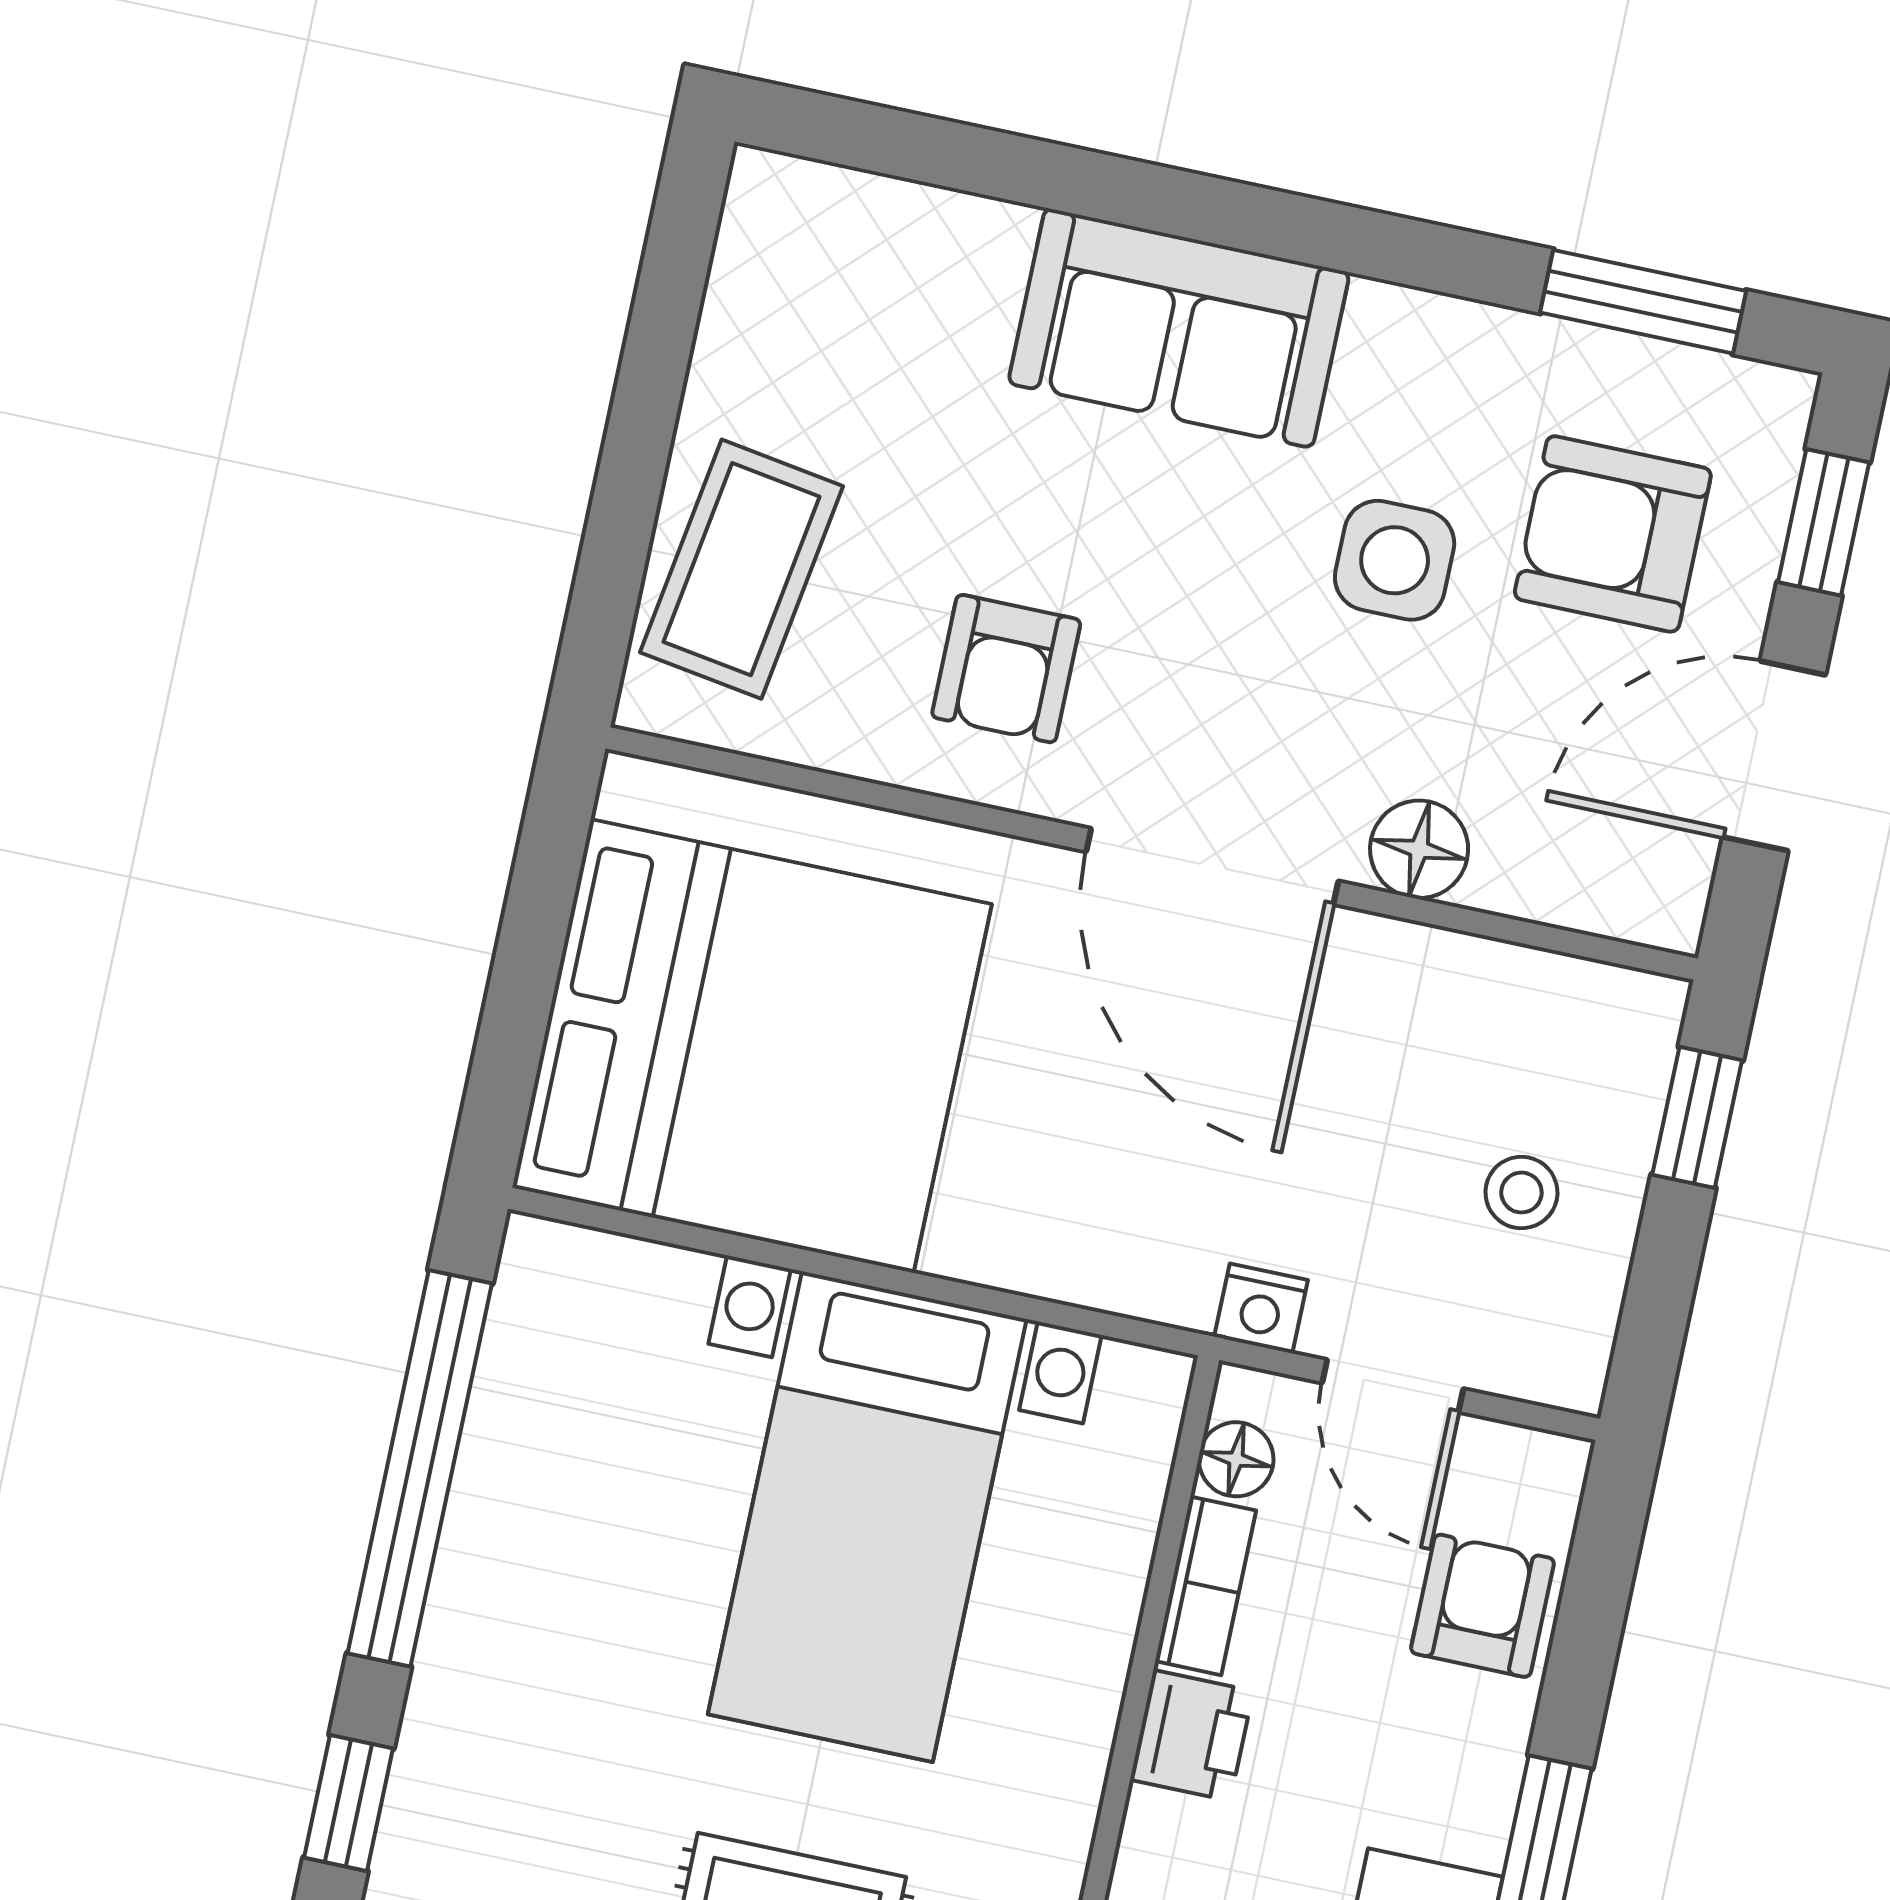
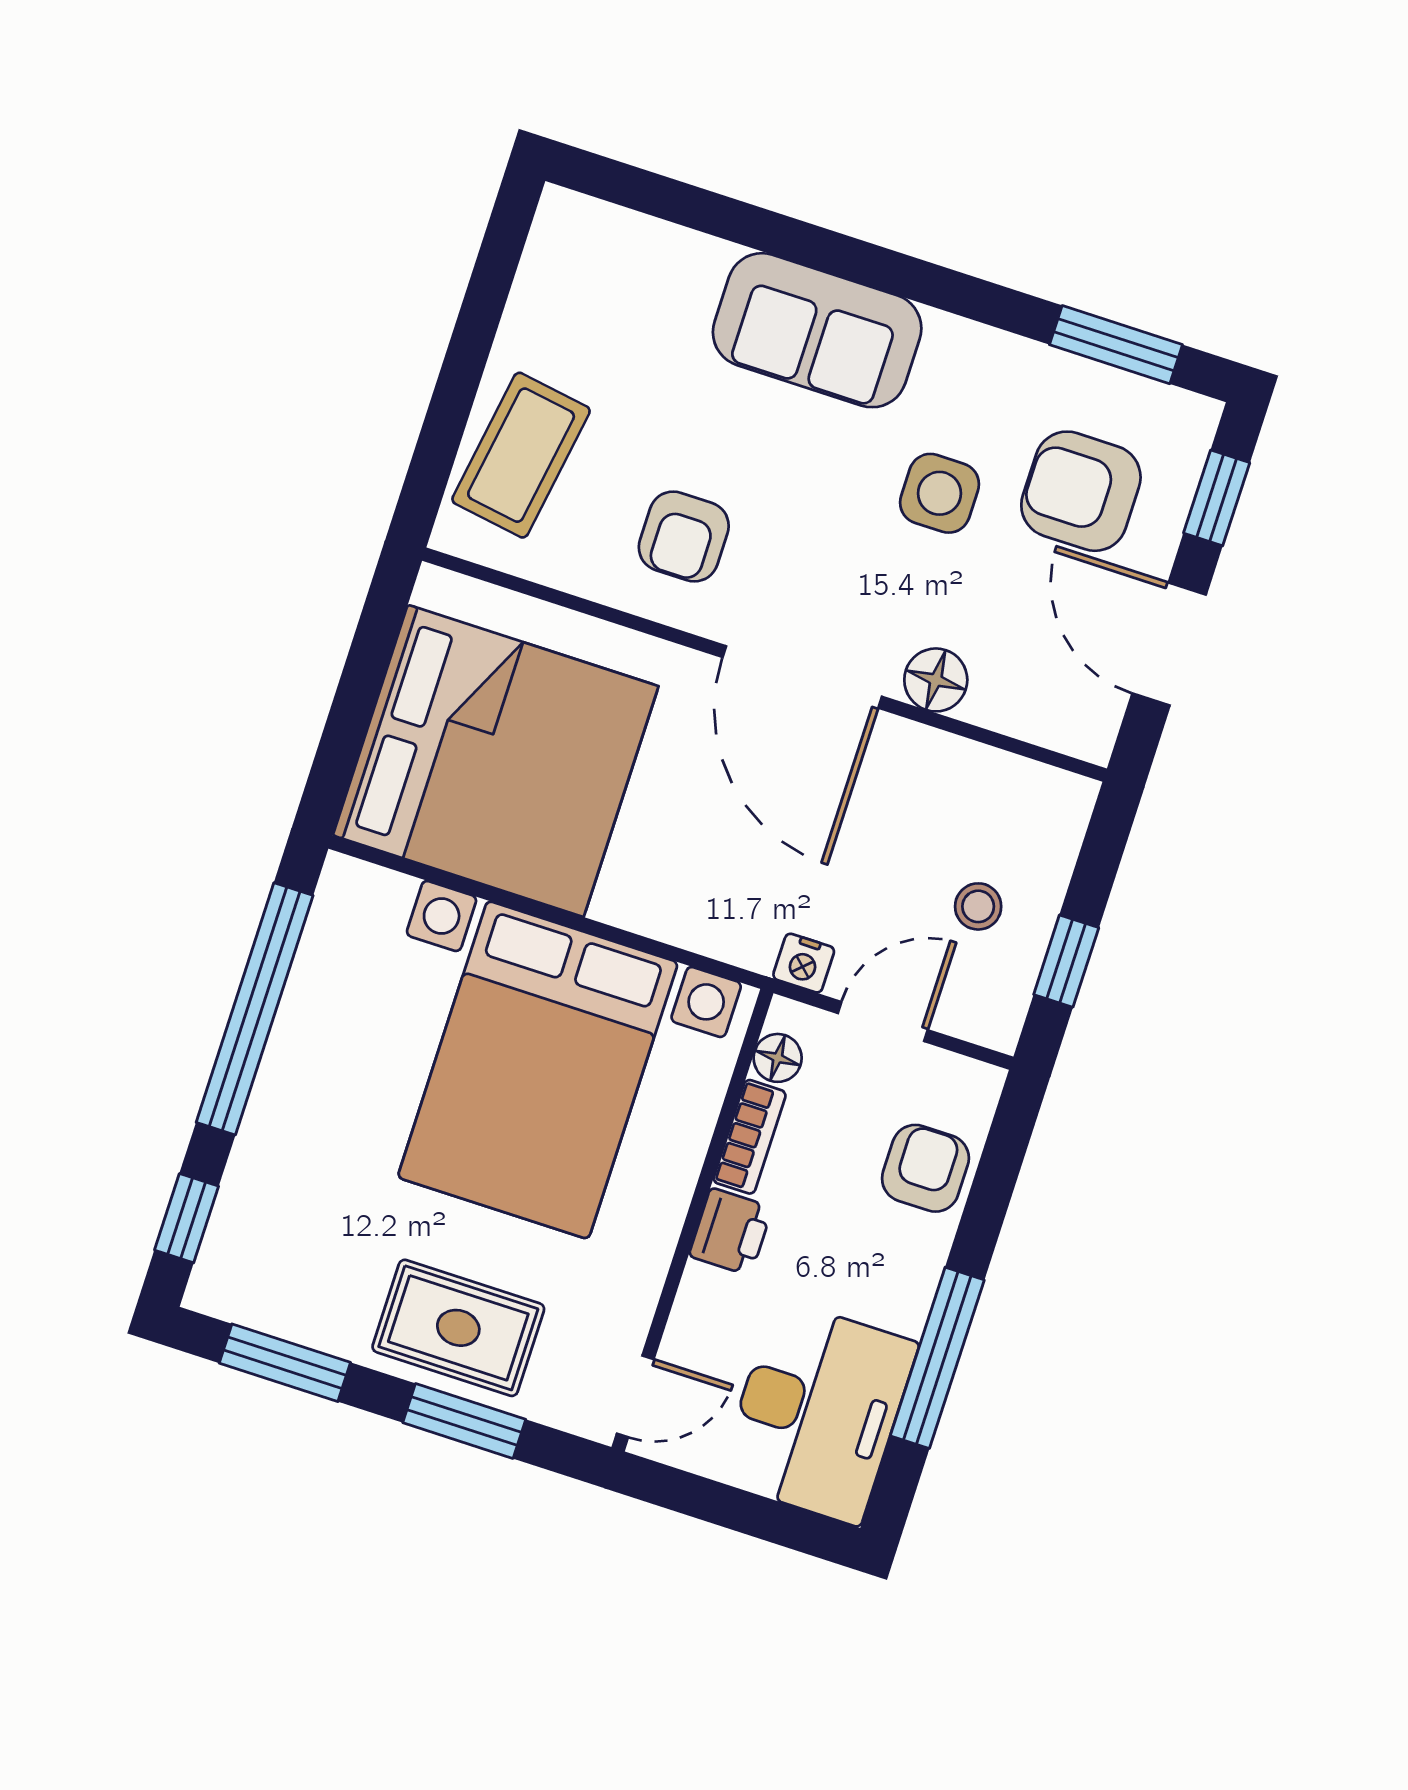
door: (1774, 756) -> (1169, 644), hinge flipped
window: (1697, 1117) -> (1066, 961), moved
door: (1393, 1386) -> (883, 1022), swing flipped
bed with nightstands: (867, 1517) -> (538, 1070), width x1.36

